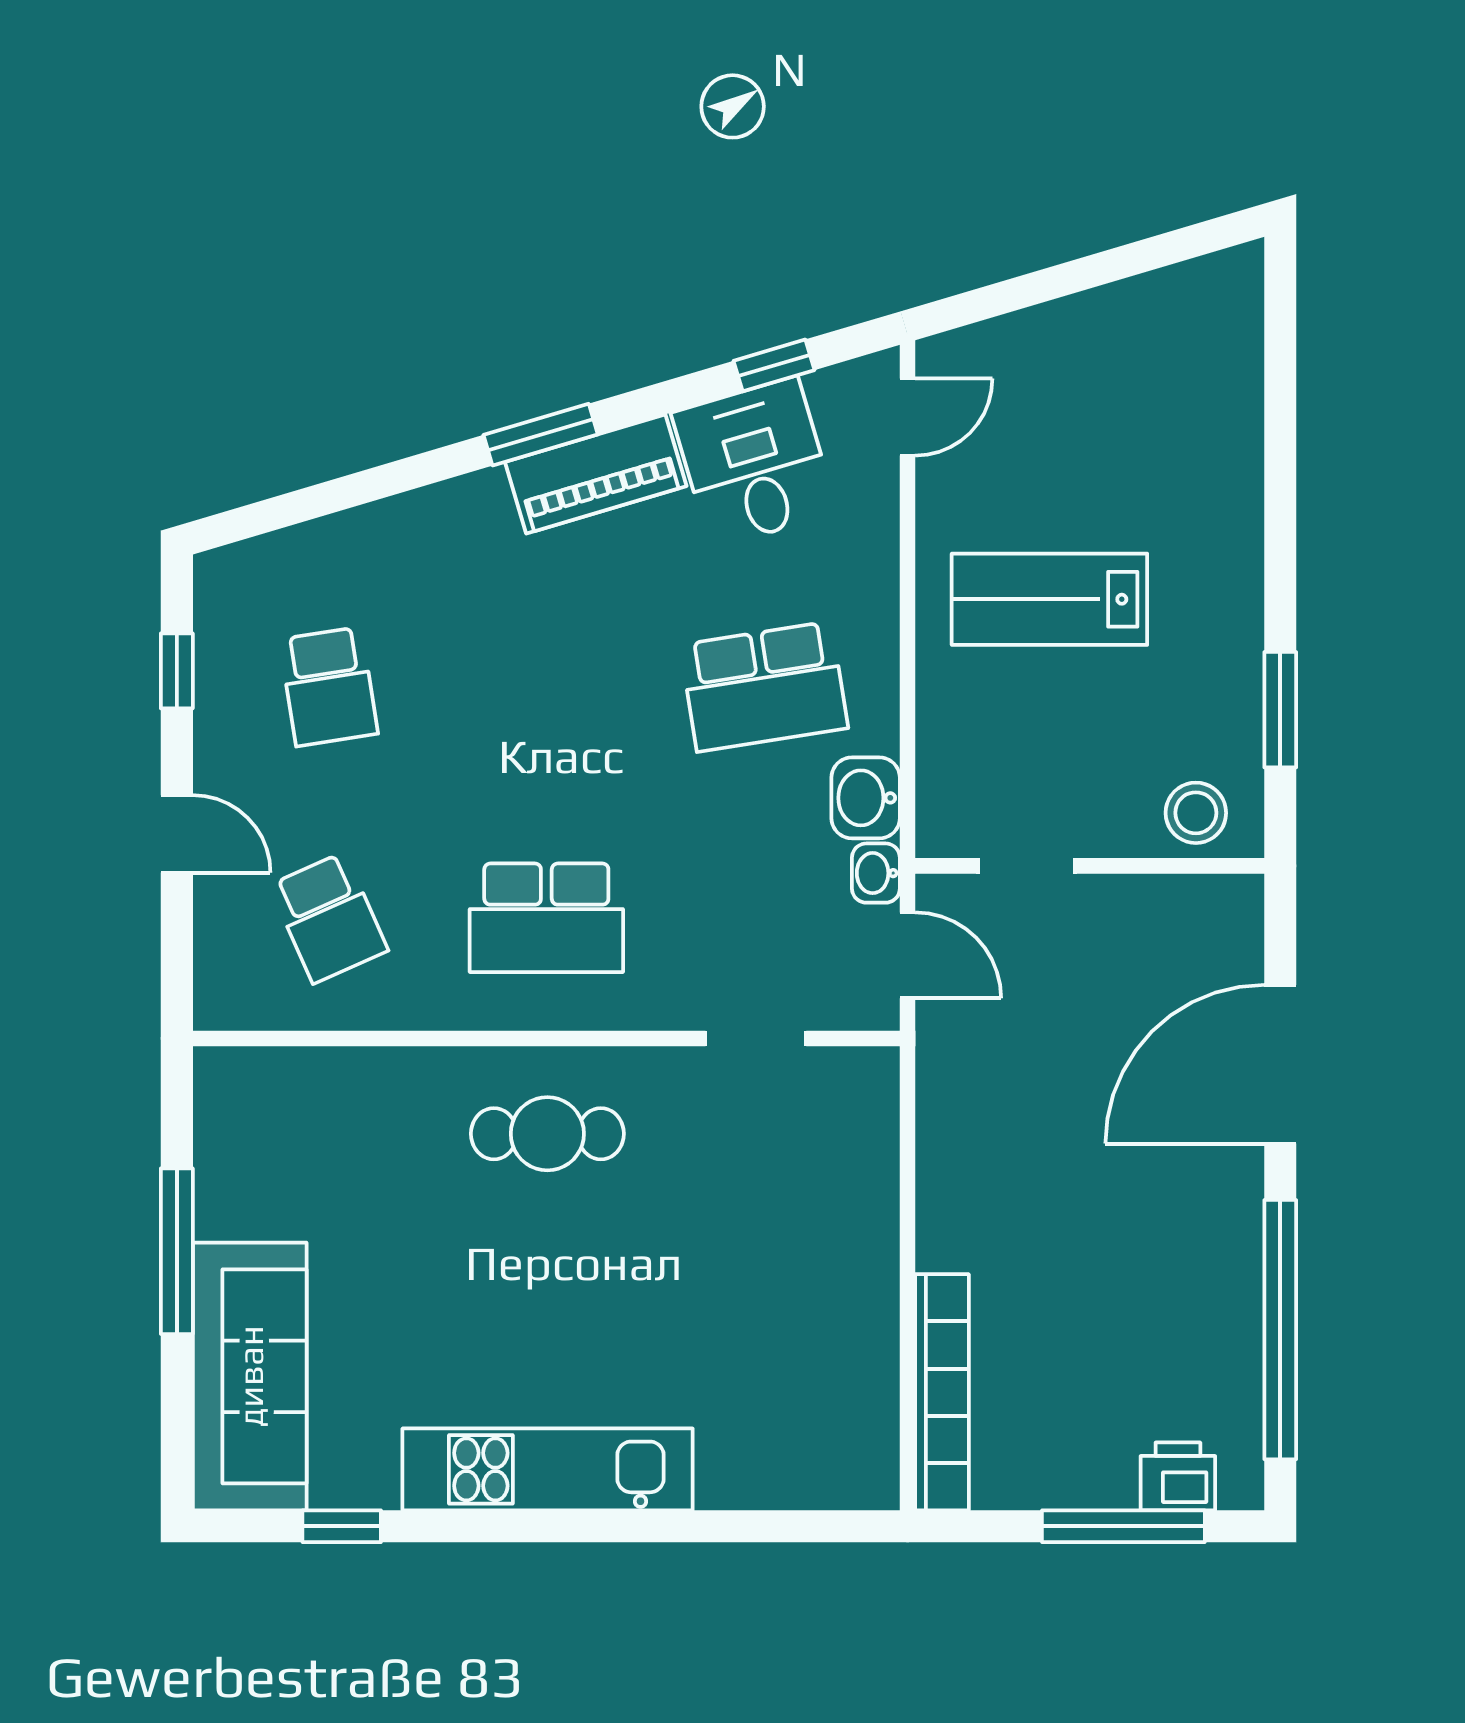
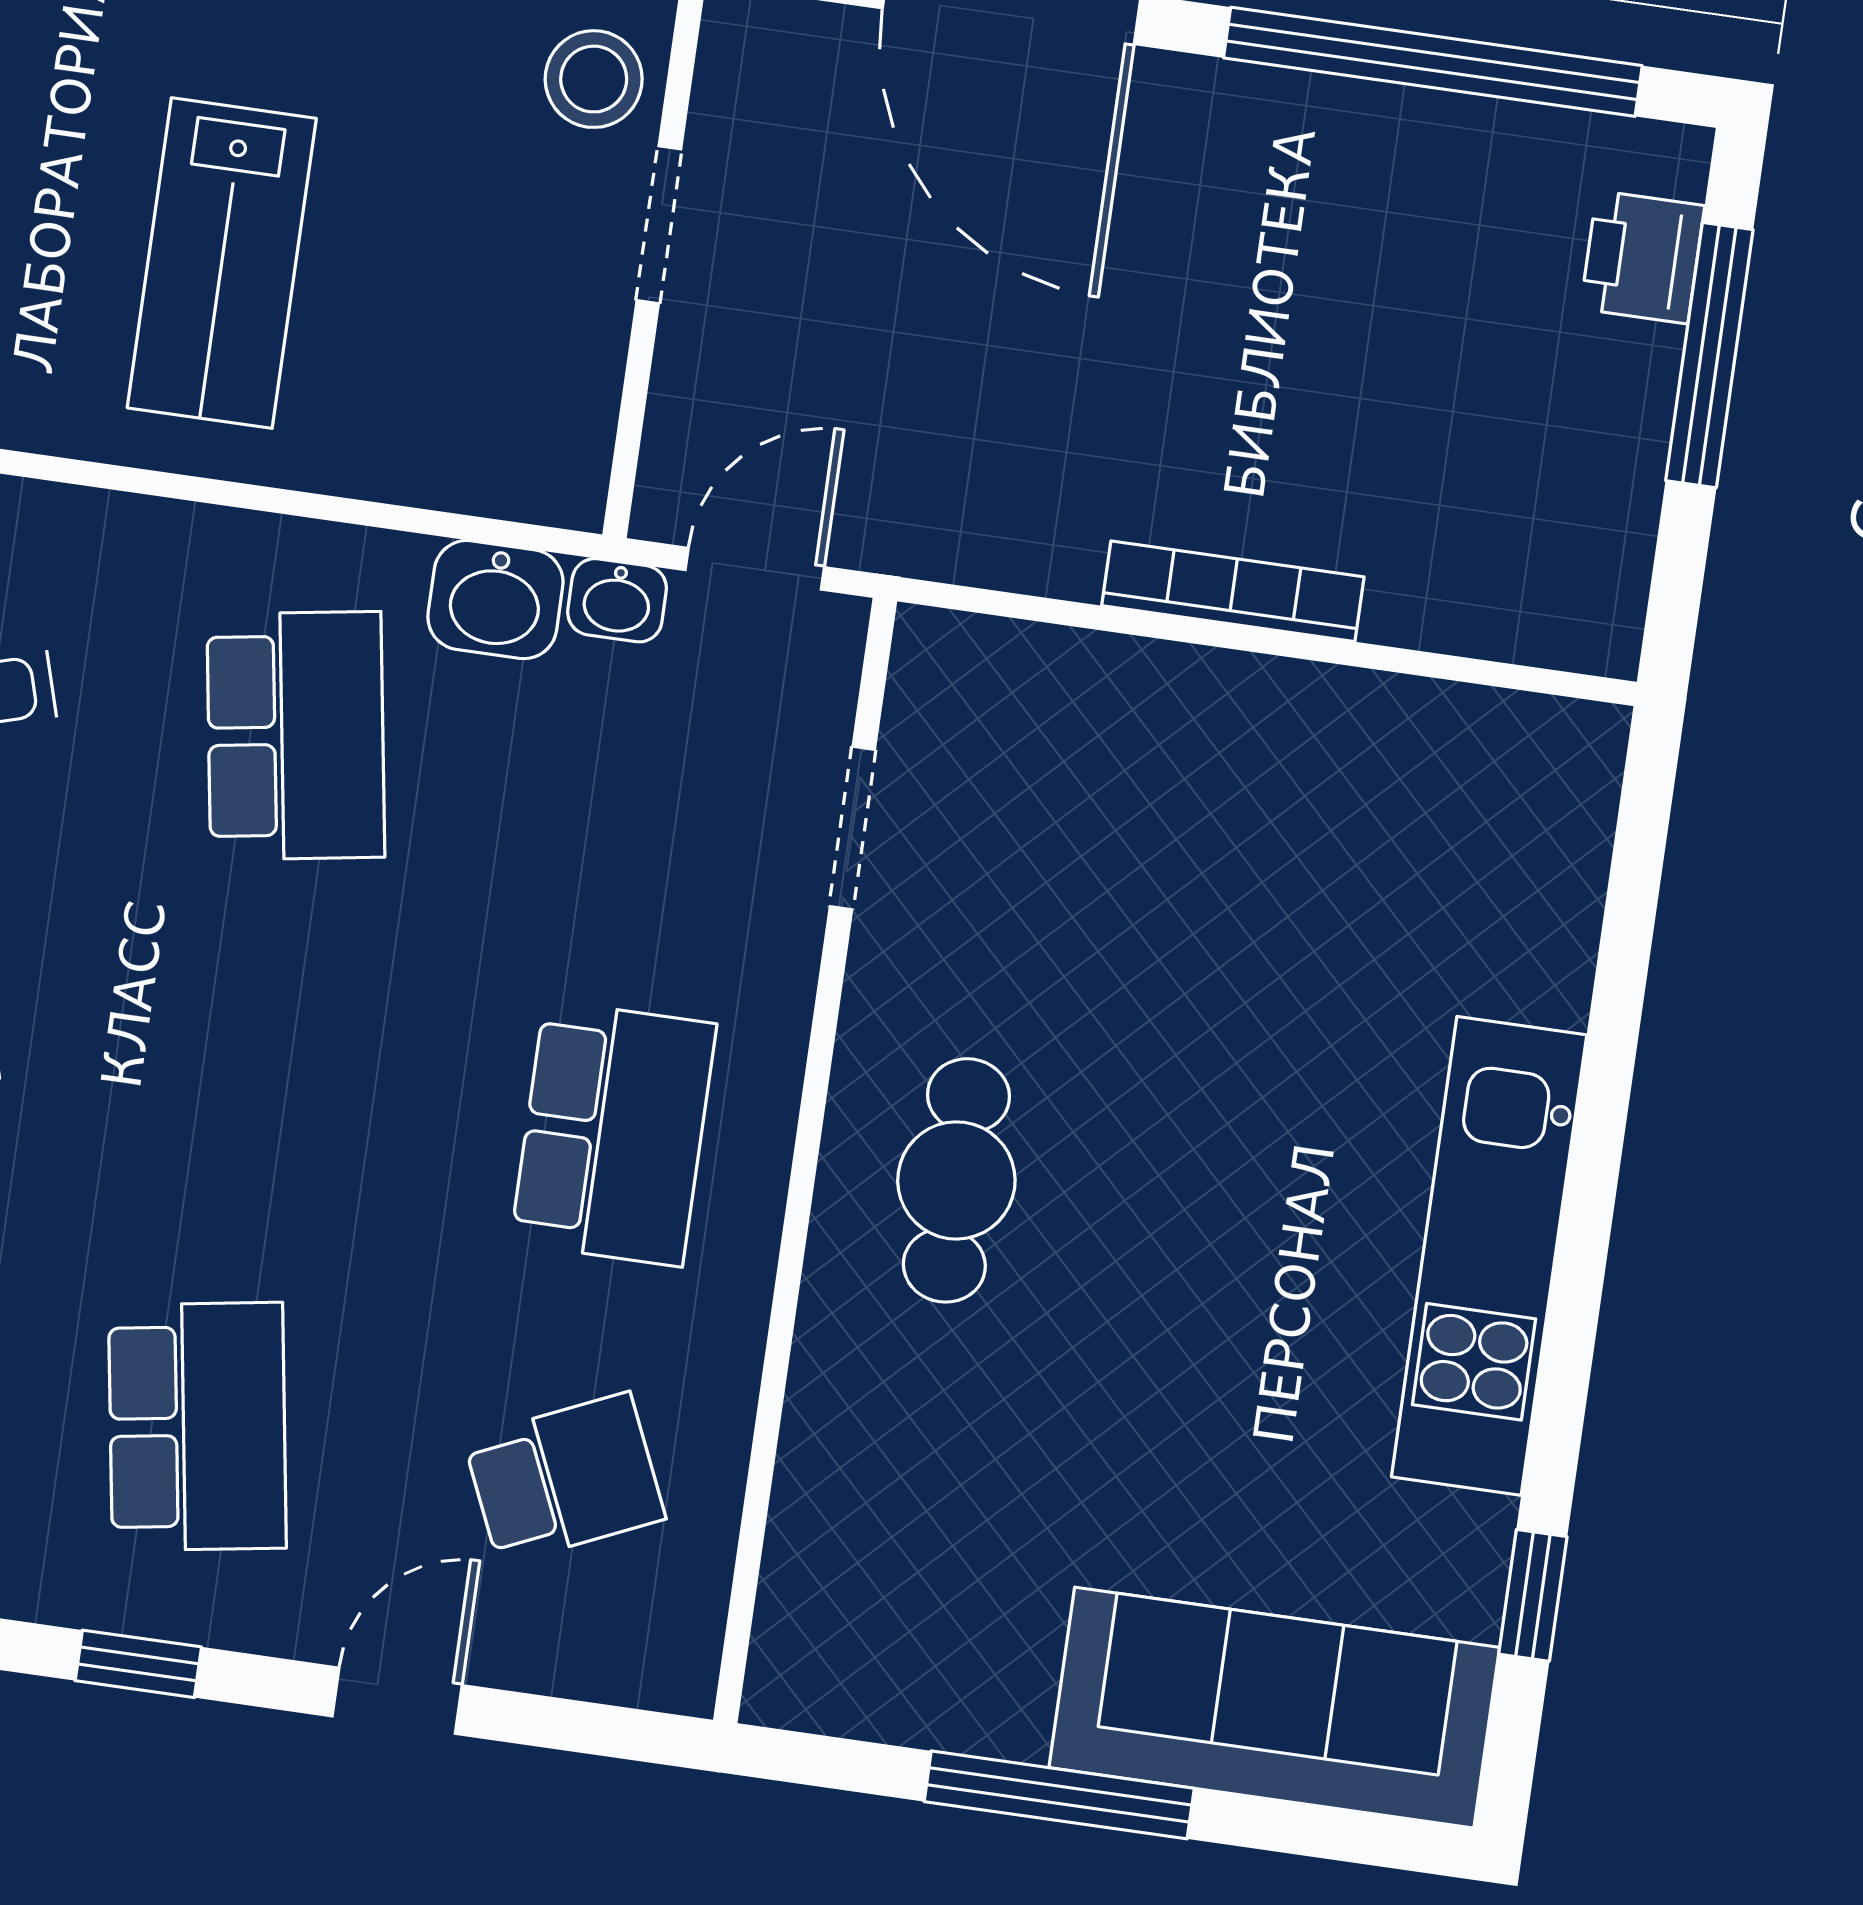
school desk: (329, 687) -> (197, 1427), width x1.85
doorway: (1026, 866) -> (659, 225), moved
bookcase: (942, 1392) -> (1233, 591), moved, width x0.68, depth x0.76

